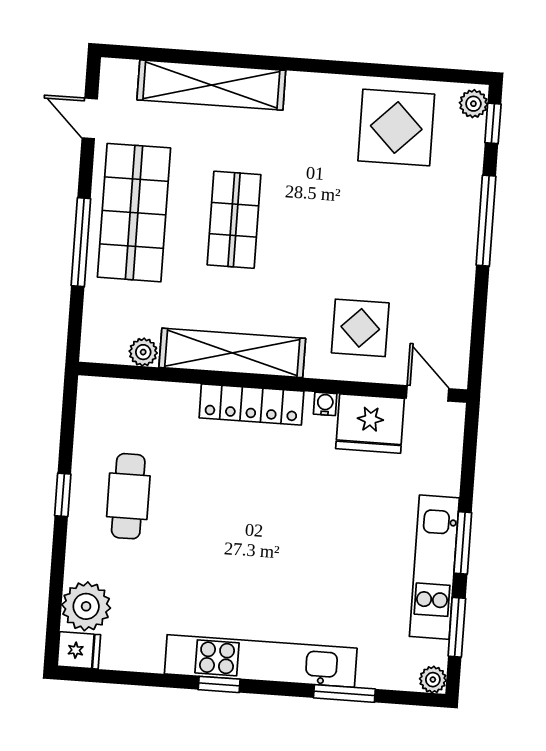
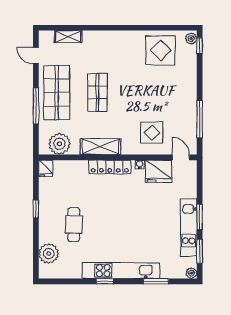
shelving: (211, 85) -> (68, 37), width x0.45, depth x0.75
window: (486, 221) -> (200, 119), moved
plant: (143, 352) -> (59, 144), width x1.87, depth x1.87
shelving: (232, 353) -> (101, 147), width x0.68
cafe table: (128, 496) -> (74, 225), moved
fridge: (79, 650) -> (46, 168), moved, turned 90

